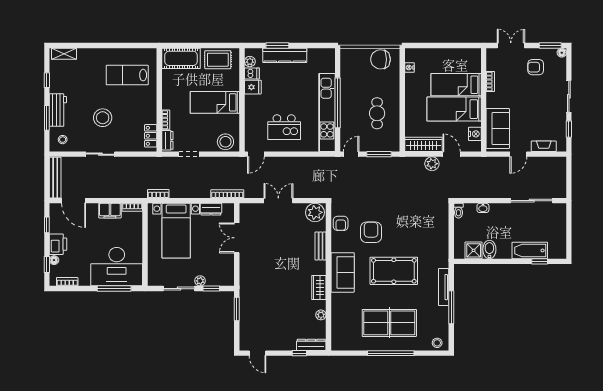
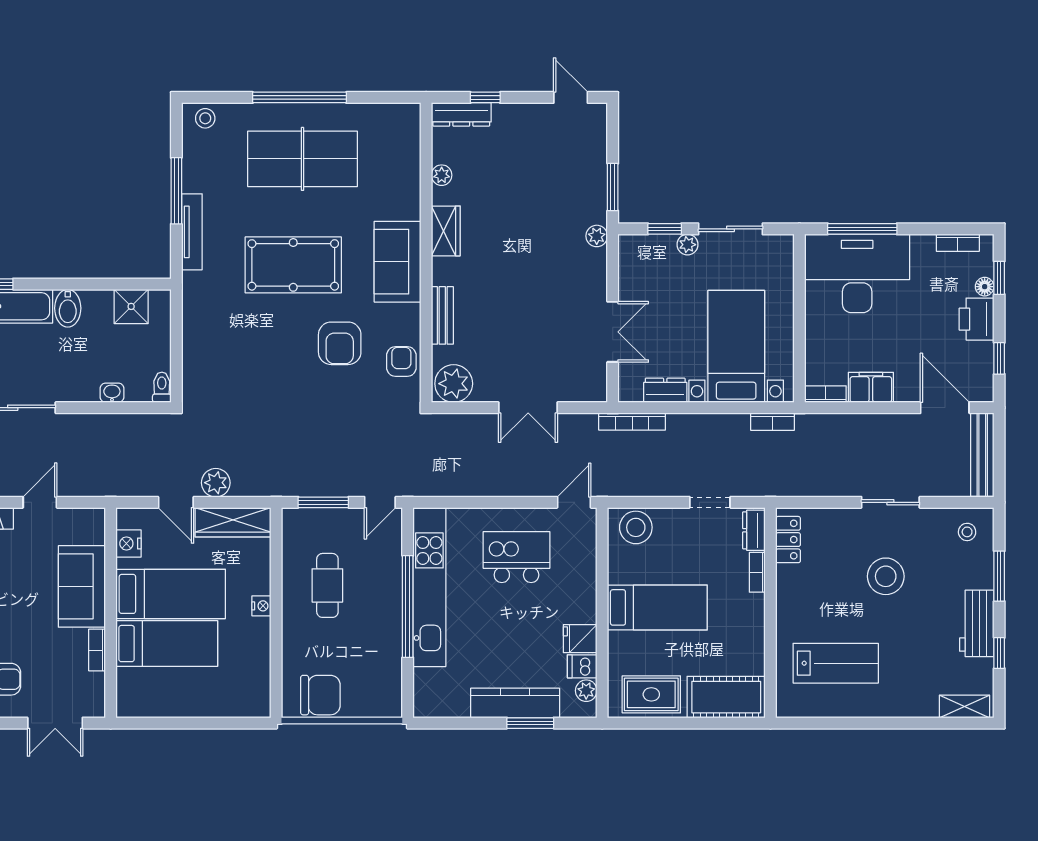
nightstand: (409, 67) -> (261, 606), moved
workbench: (58, 110) -> (977, 623), moved
sofa: (498, 129) -> (82, 586), moved
bidet: (489, 250) -> (68, 308), moved
plant: (245, 285) -> (597, 236), added

